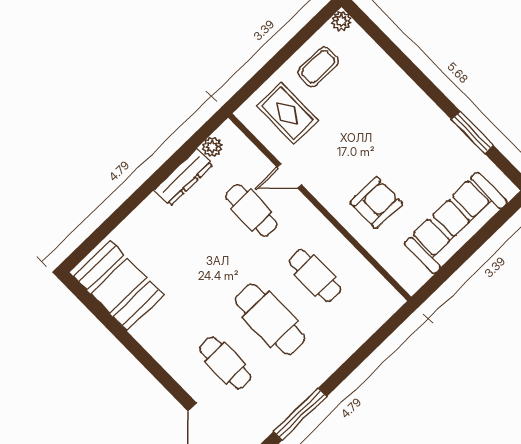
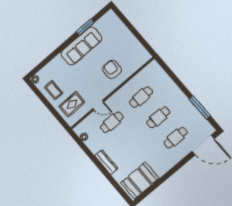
door: (289, 176) -> (98, 105), hinge flipped
dresser: (184, 177) -> (106, 162), moved
sofa: (456, 223) -> (81, 46), moved, turned -90
cafe table: (270, 319) -> (158, 117), width x0.73, depth x0.74

